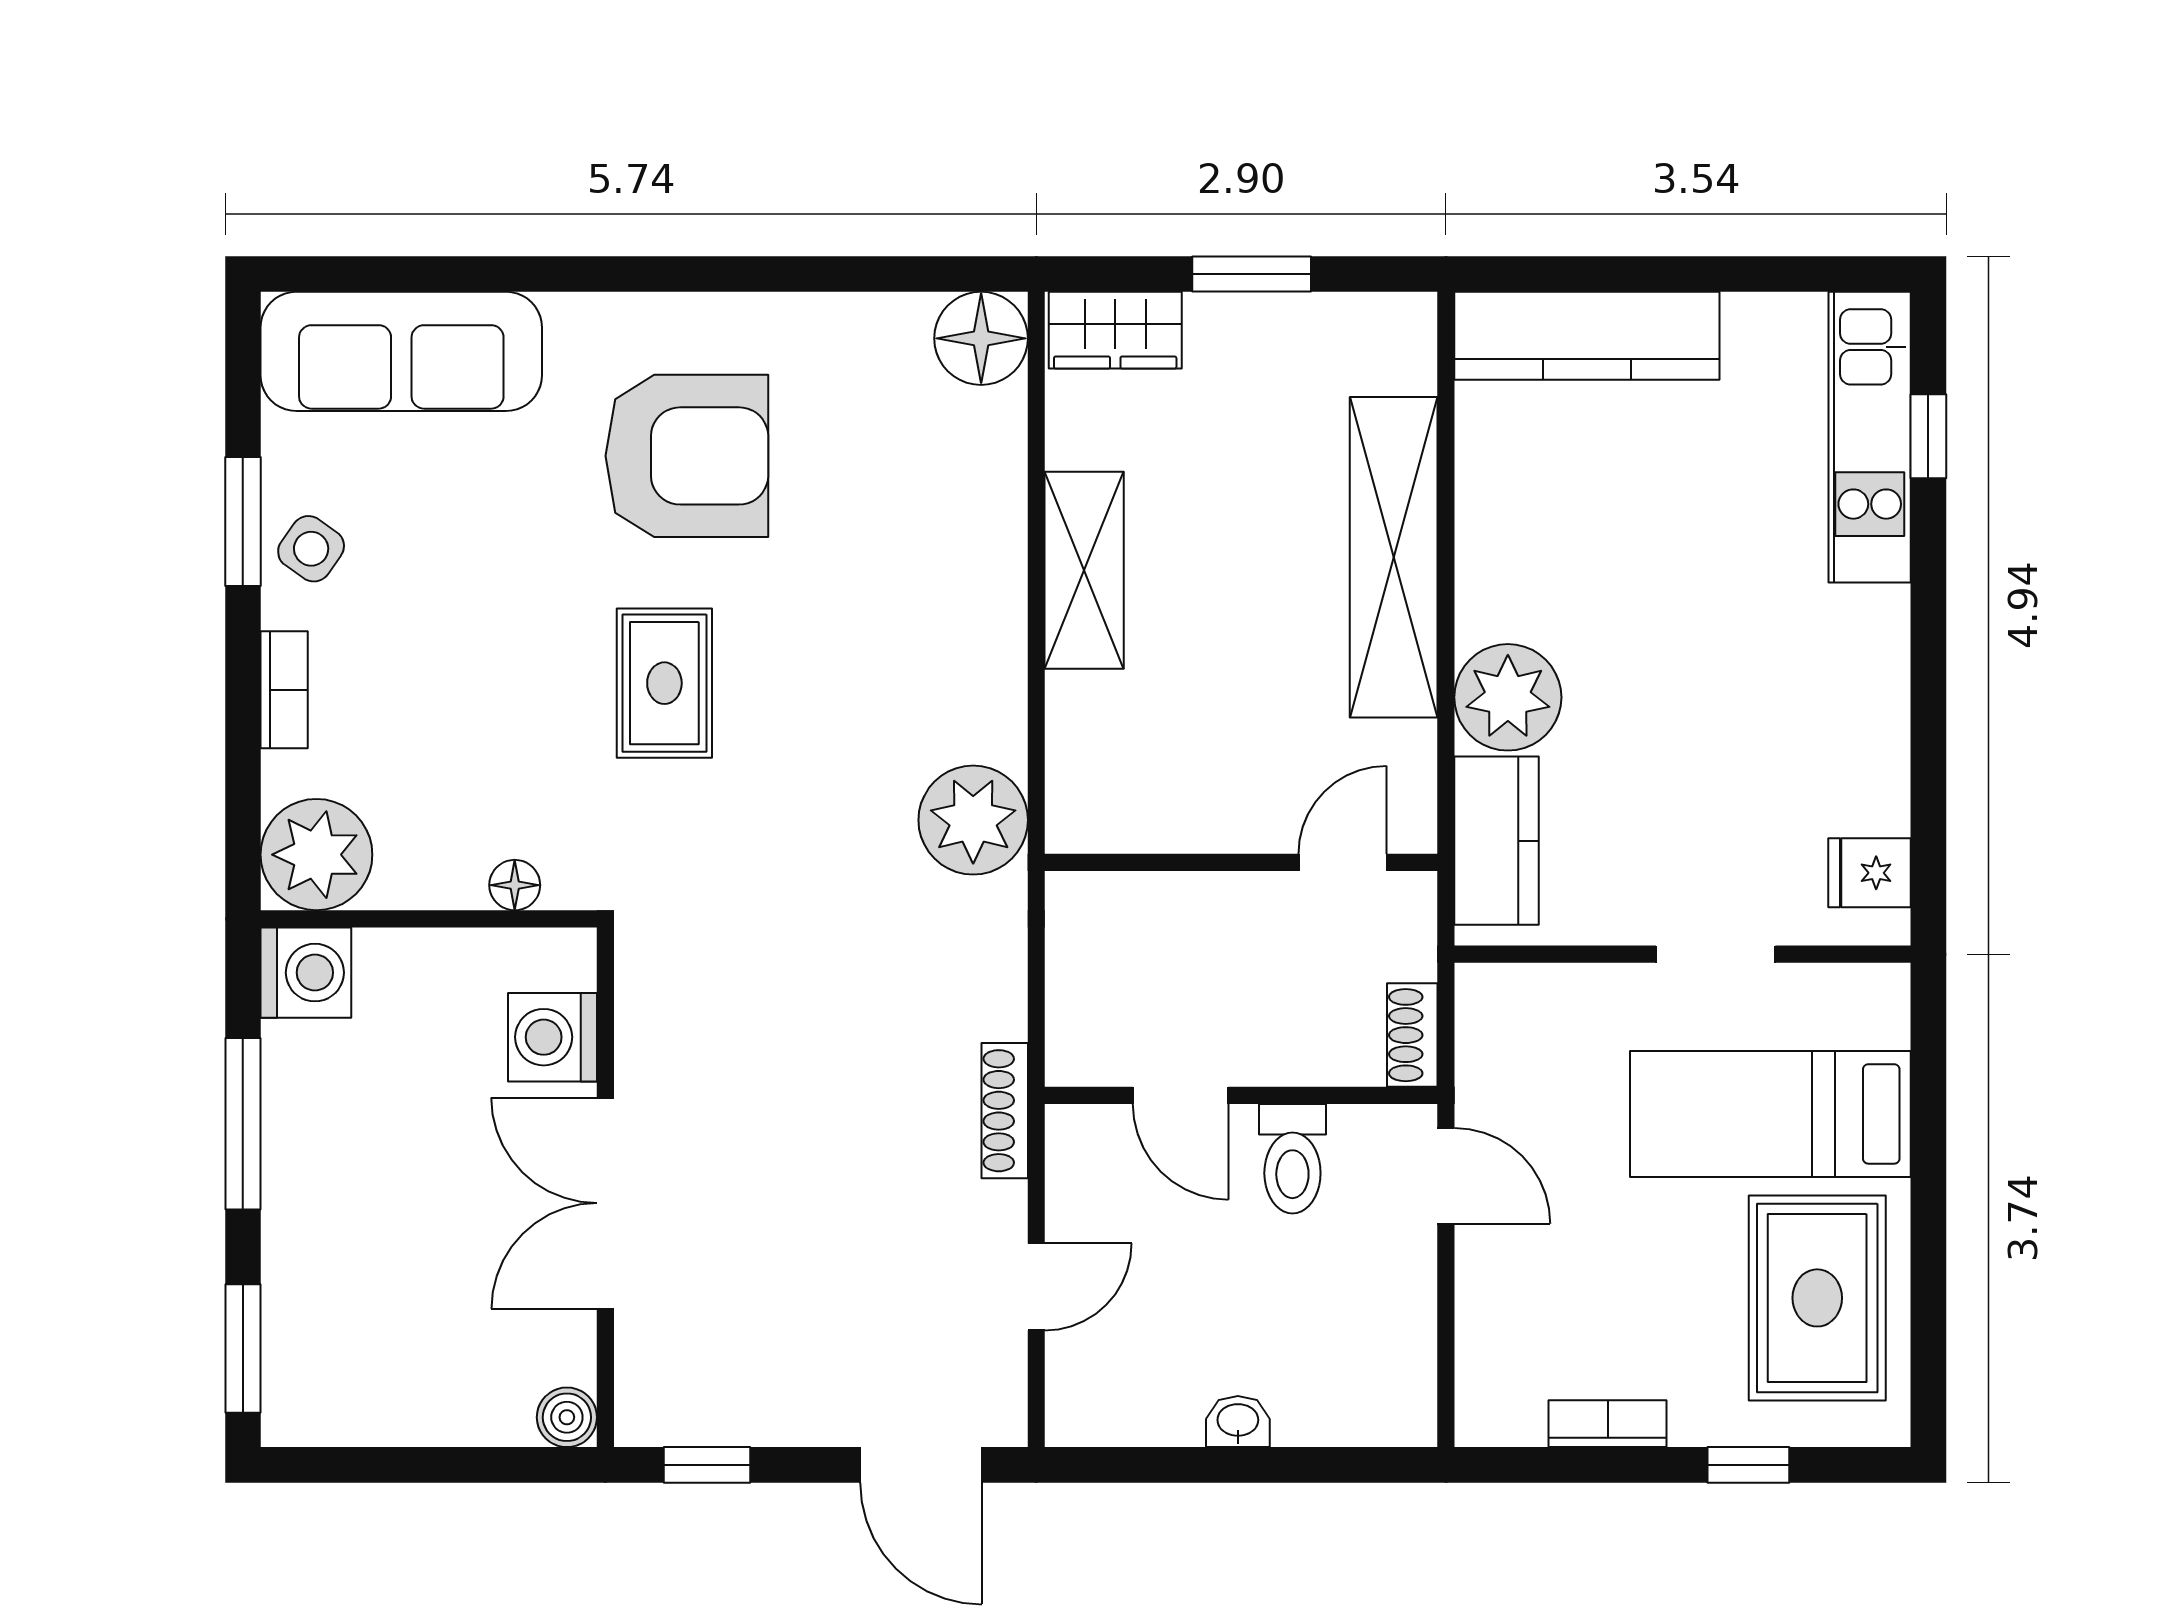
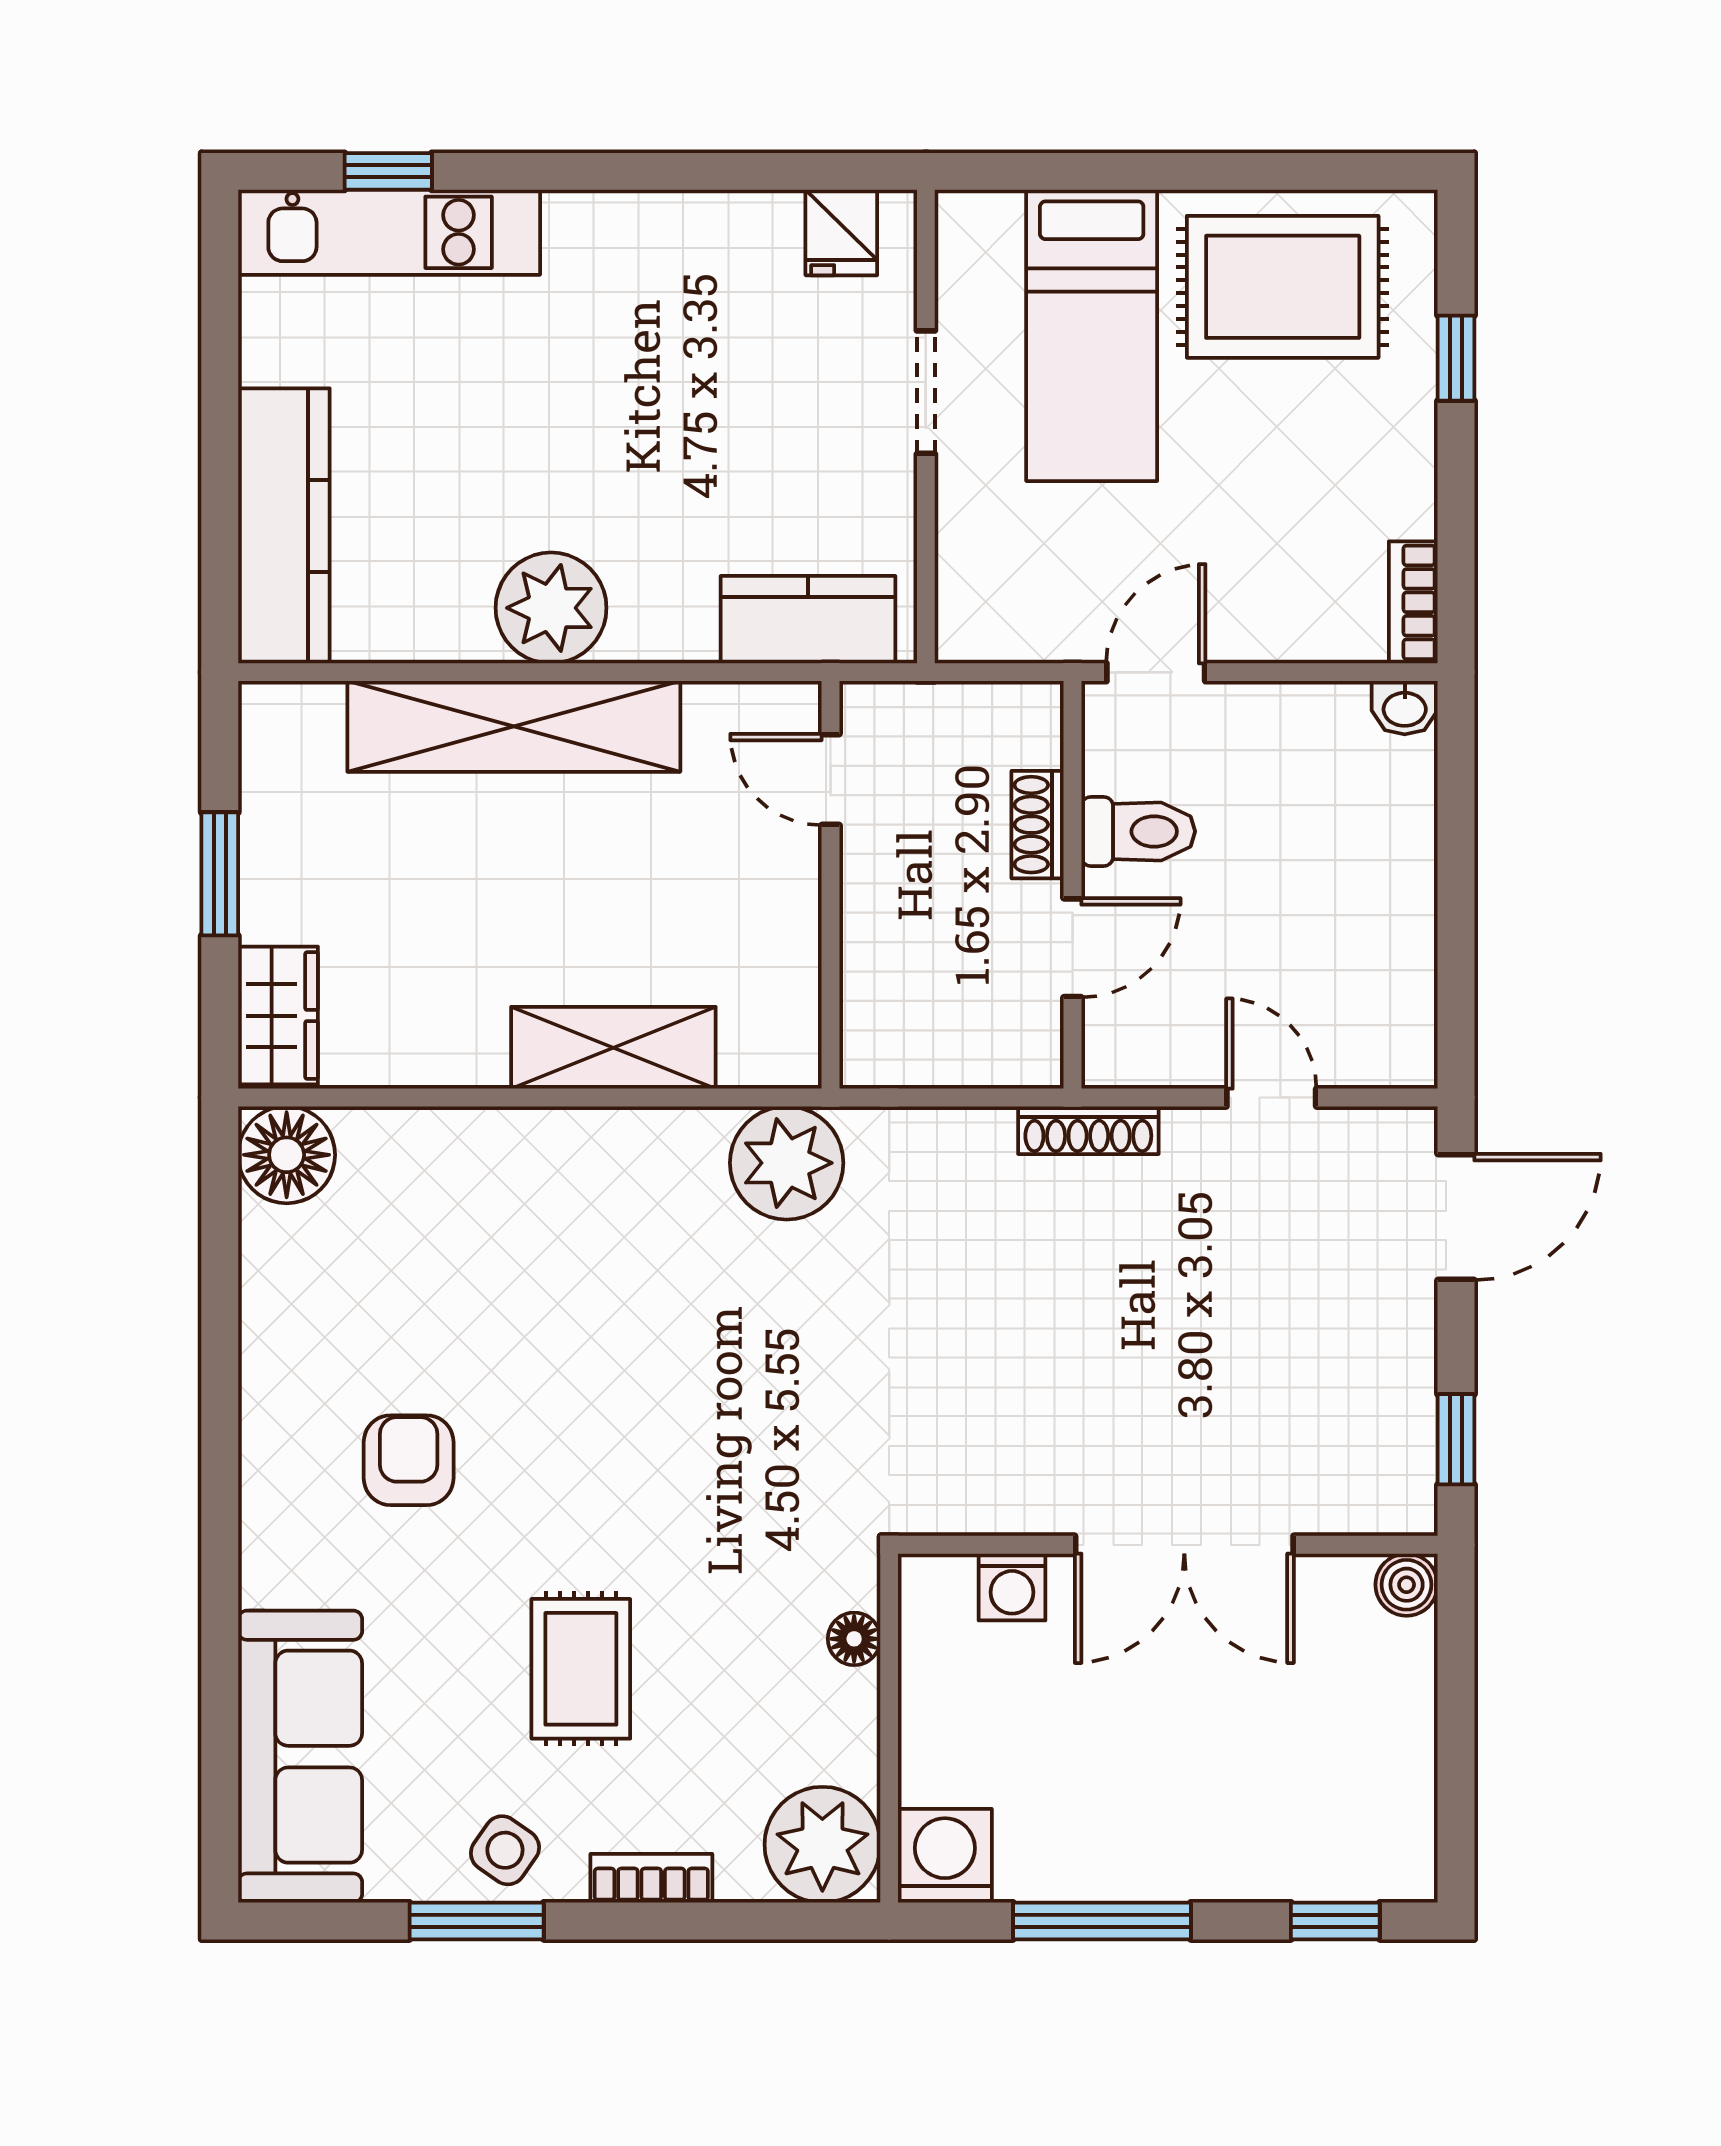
armchair: (687, 456) -> (409, 1460), width x0.53, depth x0.53
shelving: (1084, 570) -> (613, 1048), moved
rug: (664, 683) -> (581, 1669), moved, turned 90
plant: (1508, 697) -> (551, 608), moved
shoe rack: (1412, 1035) -> (1038, 825), moved, turned 90
washing machine: (552, 1037) -> (1012, 1587), width x0.73, depth x0.73
window: (243, 1349) -> (1335, 1921), width x0.67
washbasin: (1238, 1422) -> (1405, 708), moved, turned -90
bookcase: (1608, 1424) -> (1413, 602), moved

